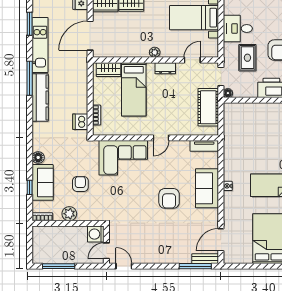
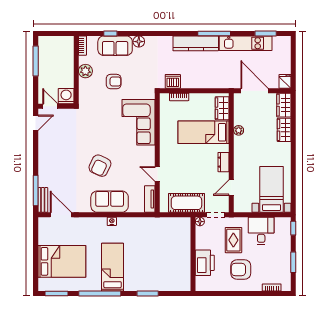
plant: (155, 52) -> (239, 130), moved
rug: (247, 58) -> (233, 240), turned 90
door: (192, 60) -> (231, 188), swing flipped
door: (161, 138) -> (157, 174), moved
armchair: (169, 198) -> (100, 166), turned -65

